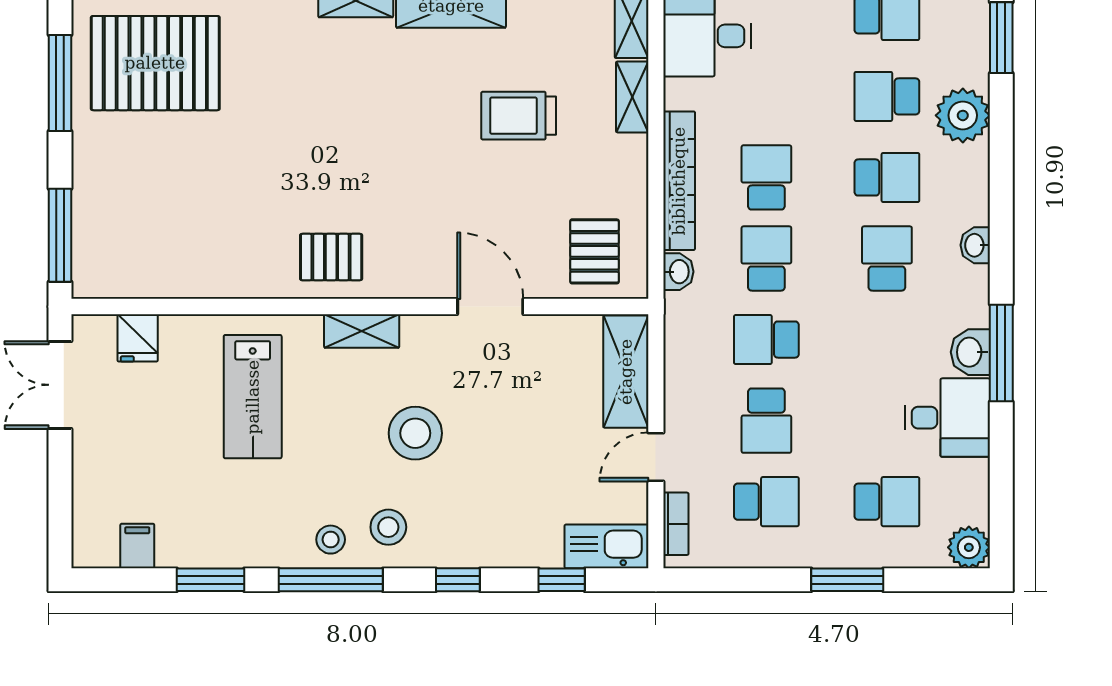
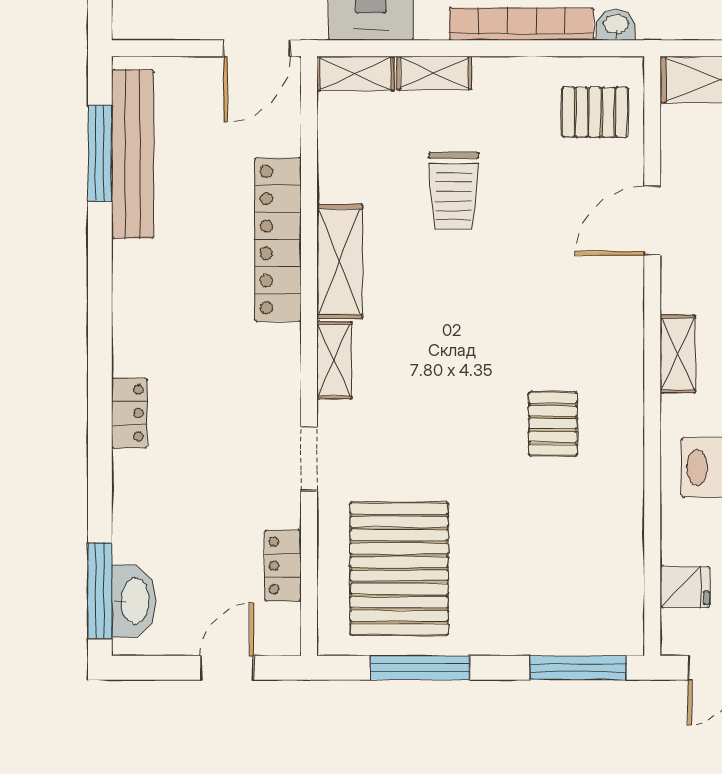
pallet: (331, 257) -> (553, 424), moved

